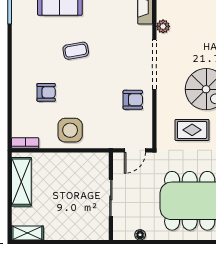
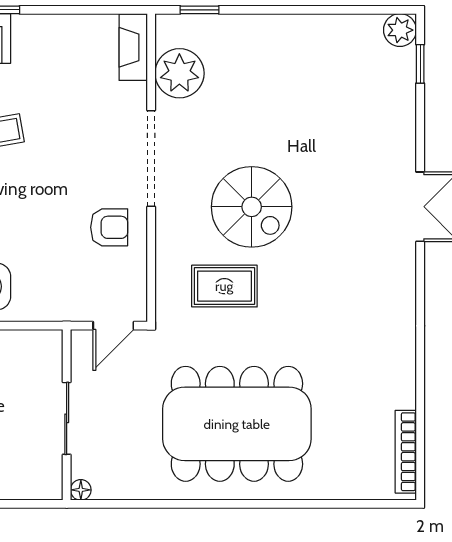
plant: (163, 26) -> (179, 73), width x1.87, depth x1.87
floor lamp: (140, 235) -> (81, 490), moved

